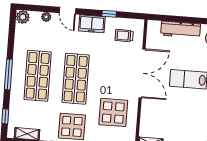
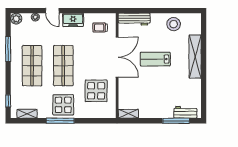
window: (109, 14) -> (87, 11), removed
workbench: (181, 30) -> (134, 19), moved
window: (8, 74) -> (8, 49), moved

